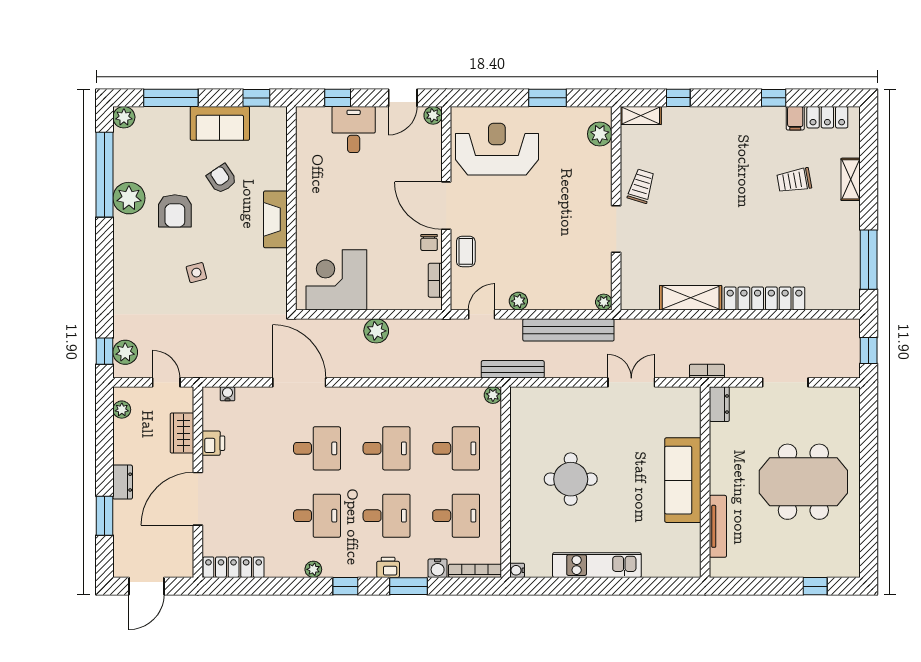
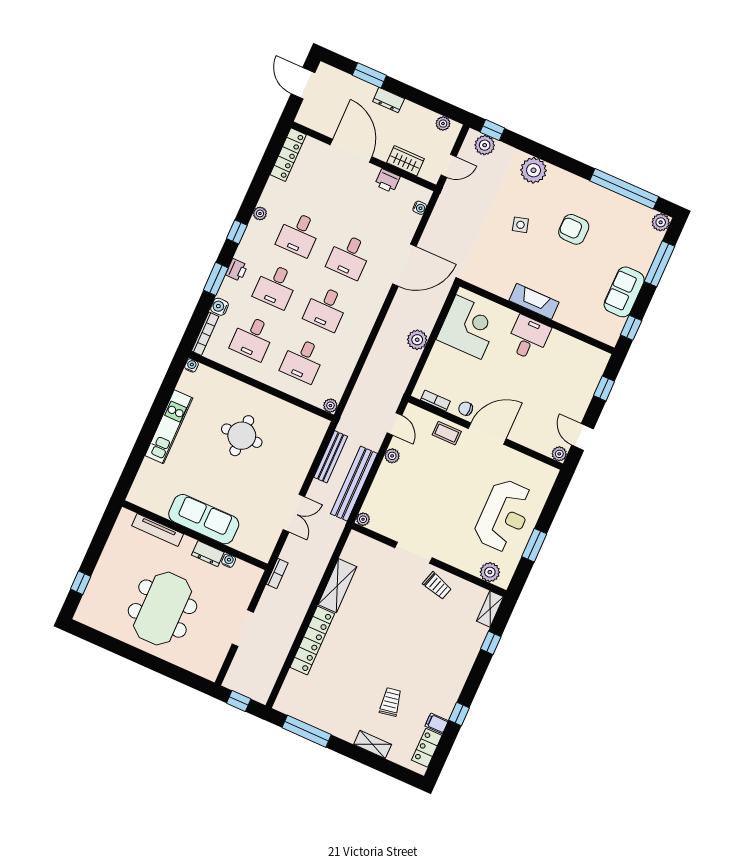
desk: (354, 130) -> (528, 338), moved, turned -90
reception desk: (497, 149) -> (504, 516), moved
armchair: (222, 179) -> (582, 275), removed
plant: (129, 198) -> (534, 170), moved
bench: (513, 369) -> (331, 457), moved
dresser: (719, 404) -> (208, 554), moved
water cooler: (717, 432) -> (229, 561), added

